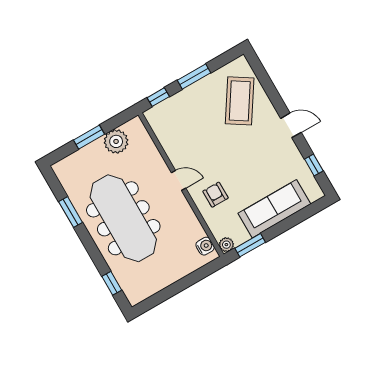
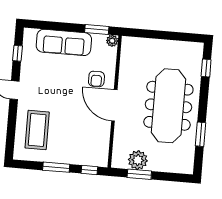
coffee table: (240, 101) -> (37, 130), turned -33
window: (89, 137) -> (139, 174), moved
door: (179, 180) -> (114, 105), width x1.88
water cooler: (205, 246) -> (127, 50), removed

